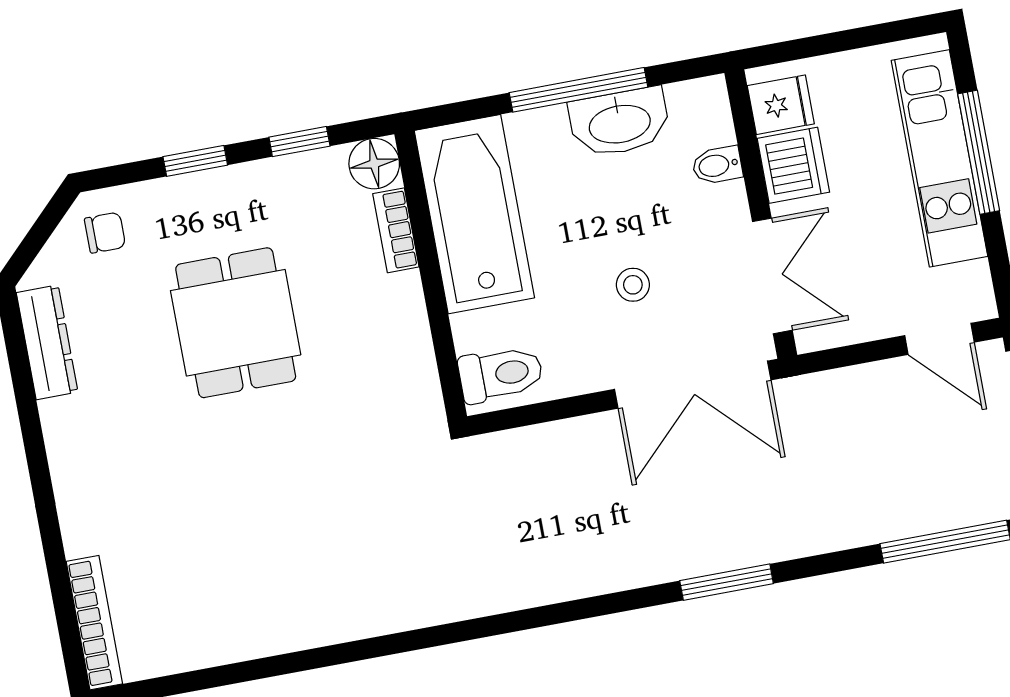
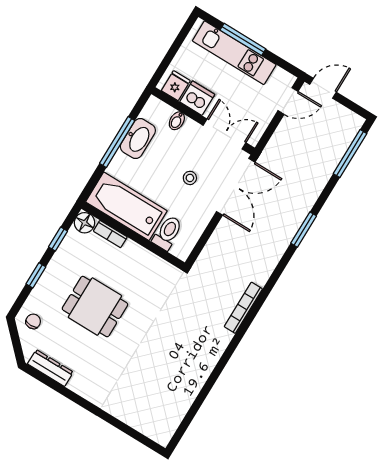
toilet: (501, 374) -> (167, 233), moved
bookcase: (94, 623) -> (243, 308), moved, turned -90

